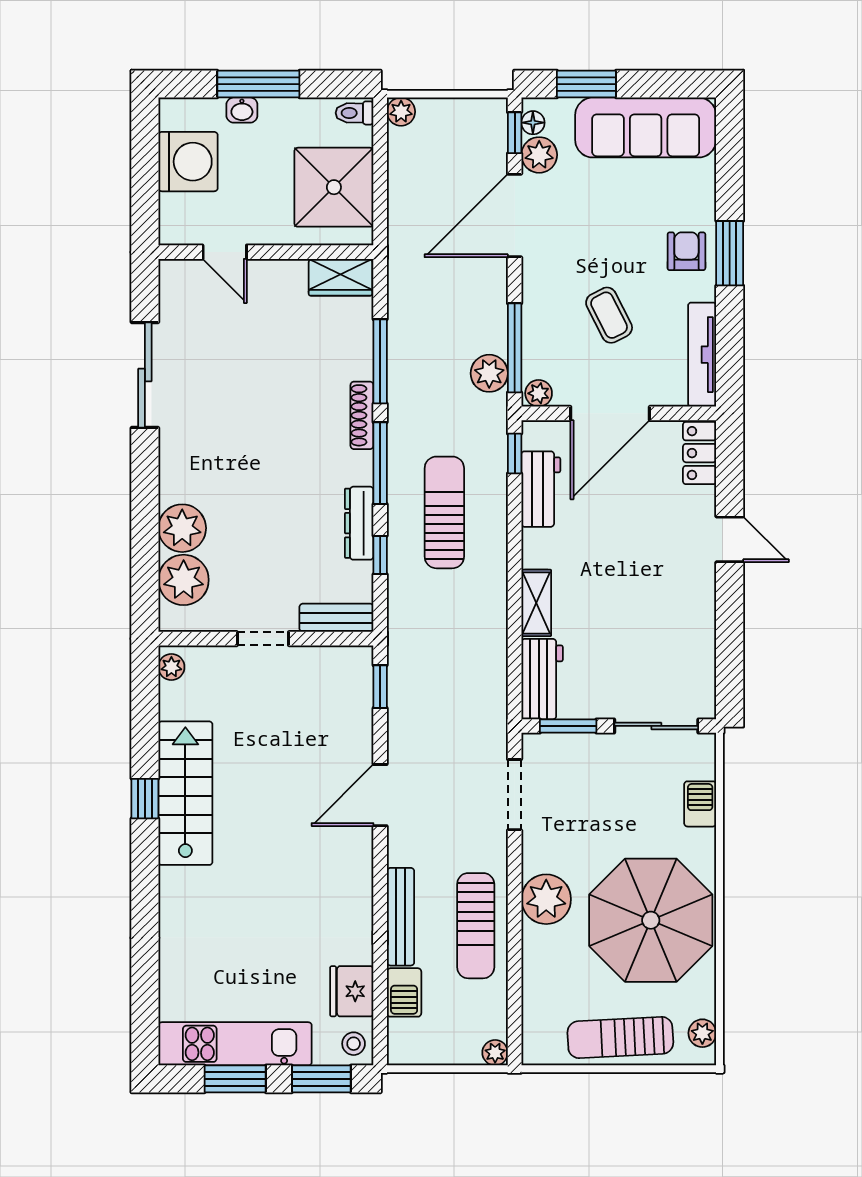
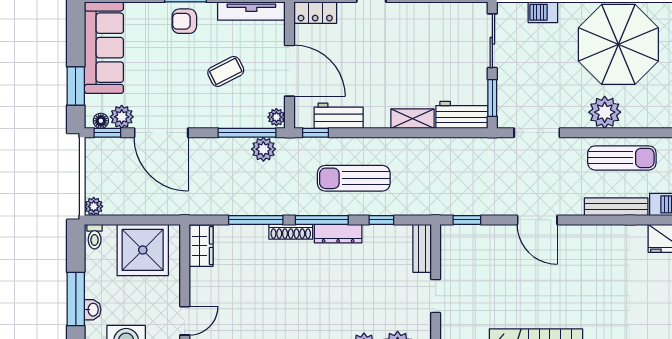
dresser: (359, 523) -> (338, 234), moved

